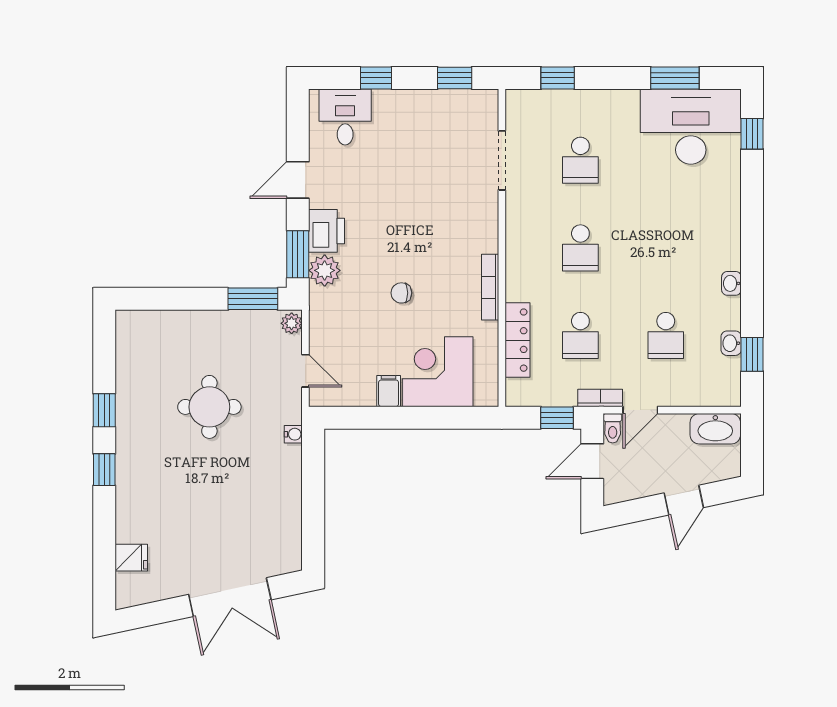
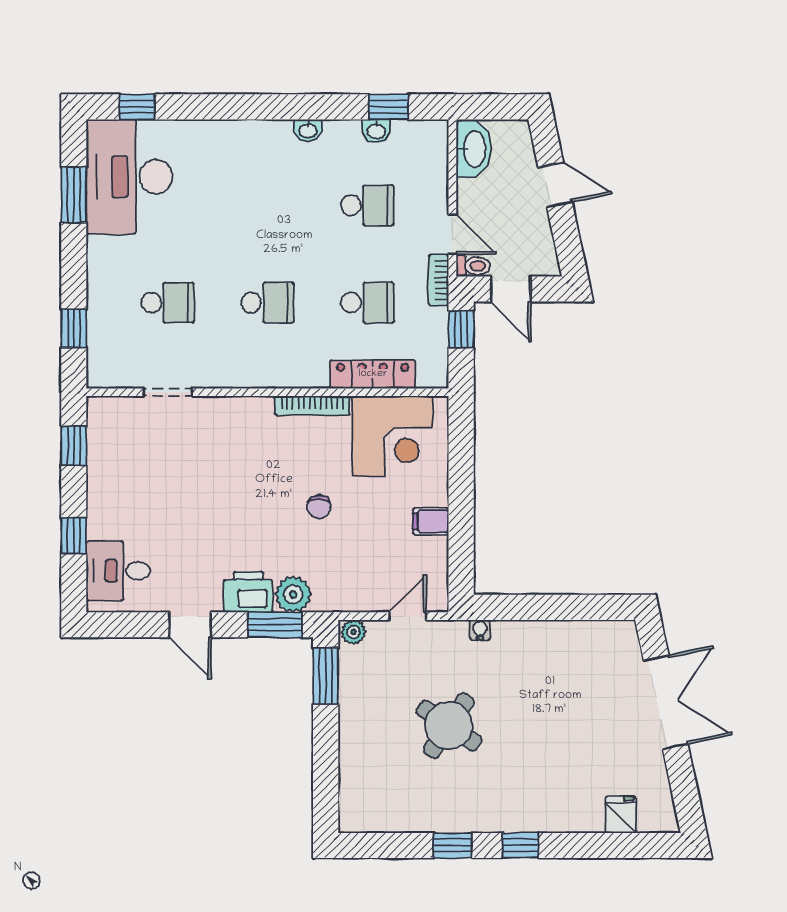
doorway: (502, 160) -> (168, 392), width x0.73
corner desk: (438, 372) -> (392, 436), moved, turned -90
round table: (209, 407) -> (449, 726), turned 34

